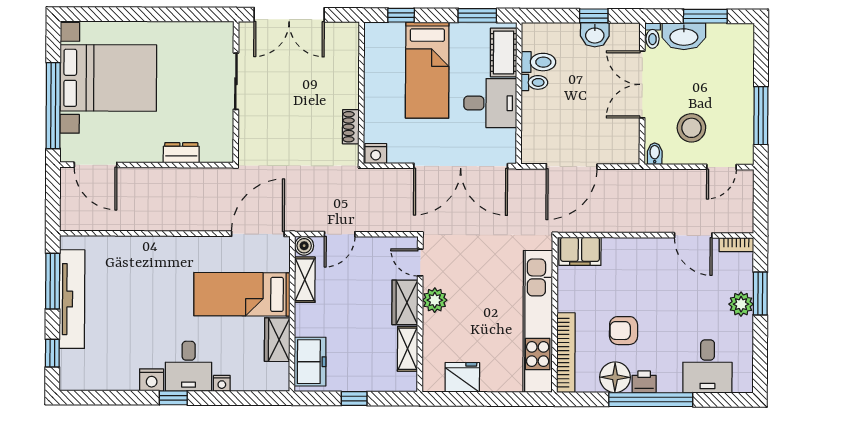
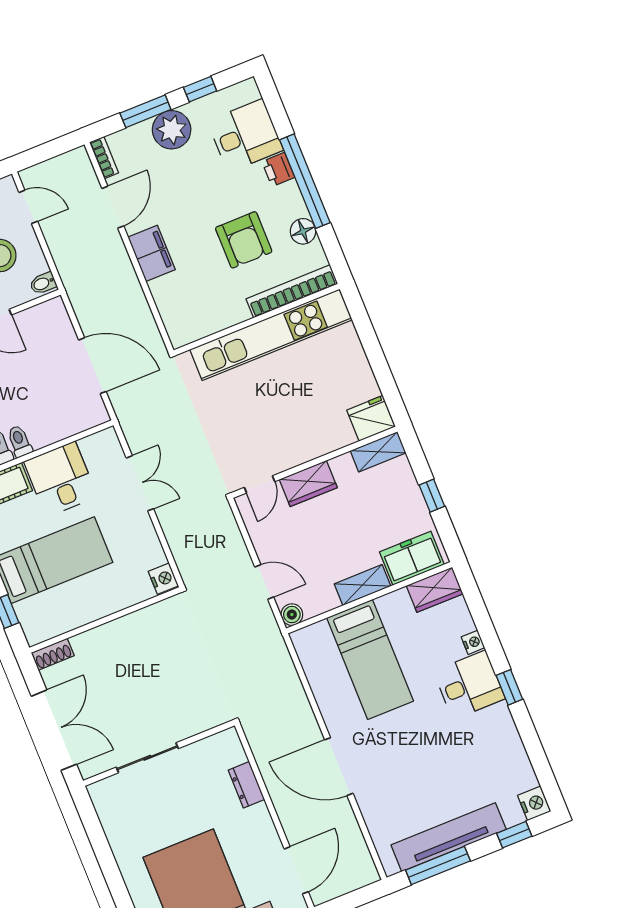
shoe rack: (351, 127) -> (53, 654), moved
double door: (461, 166) -> (140, 483), width x0.54
door: (258, 234) -> (339, 767), moved
filing cabinet: (580, 251) -> (152, 253), moved
shelving: (305, 280) -> (363, 585), moved
plant: (435, 300) -> (293, 453), removed
plant: (741, 304) -> (172, 130), width x1.36, depth x1.36
armchair: (624, 331) -> (244, 240), width x1.38, depth x1.38
wardrobe: (277, 340) -> (435, 590), moved
window: (760, 345) -> (200, 89), added
shelving: (408, 349) -> (378, 452), moved
fridge: (462, 377) -> (371, 418), moved, turned 90
floor lamp: (615, 377) -> (303, 231), width x0.73, depth x0.73
nightstand: (152, 380) -> (534, 803), moved
printer: (644, 382) -> (278, 169), moved

